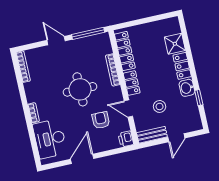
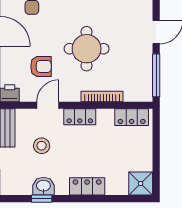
shower: (175, 44) -> (141, 184), moved
locker: (125, 51) -> (132, 117), width x0.66
washbasin: (187, 88) -> (43, 186), moved

